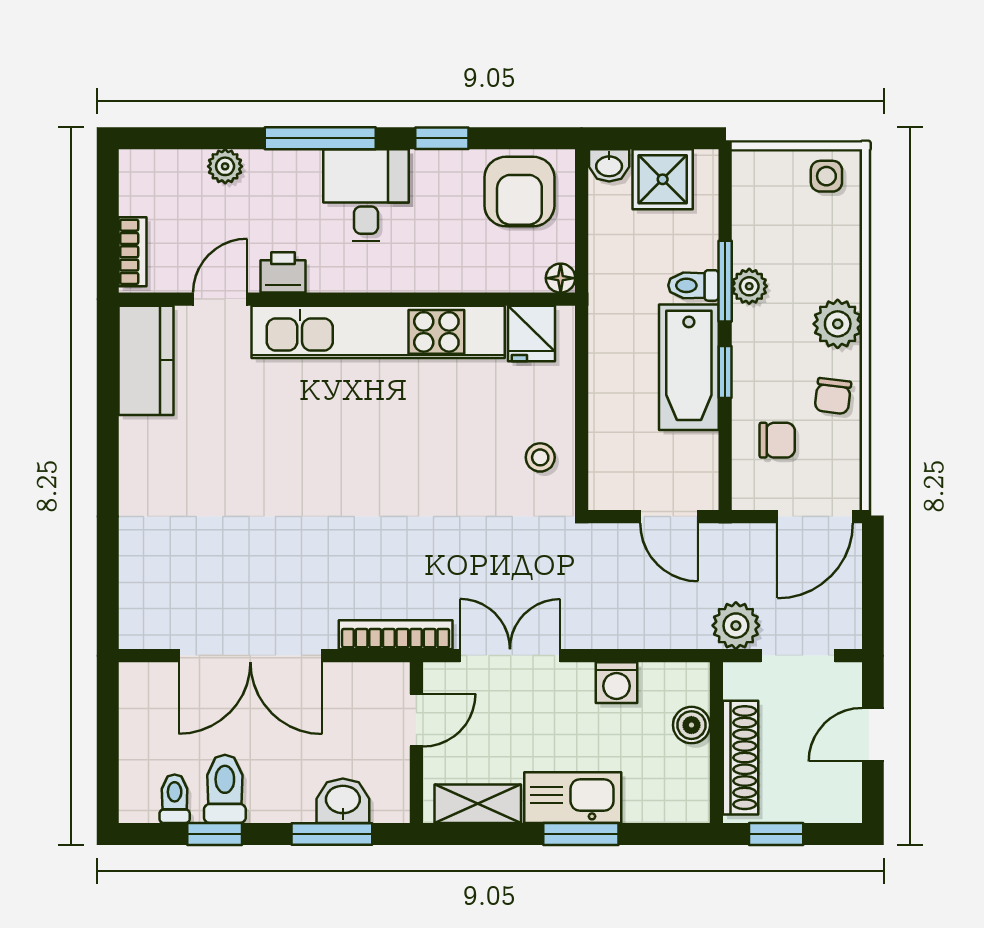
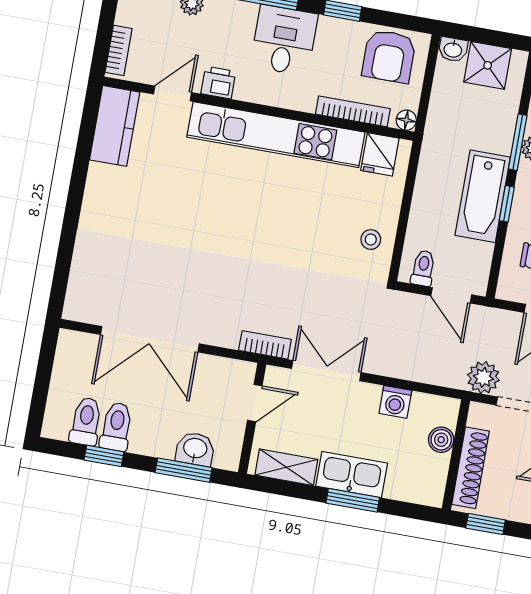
bookcase: (482, 279) -> (353, 111), added
toilet: (693, 285) -> (423, 268), moved, turned 90
bookcase: (396, 635) -> (265, 345), width x0.64
toilet: (175, 799) -> (86, 421), width x1.37, depth x1.39

